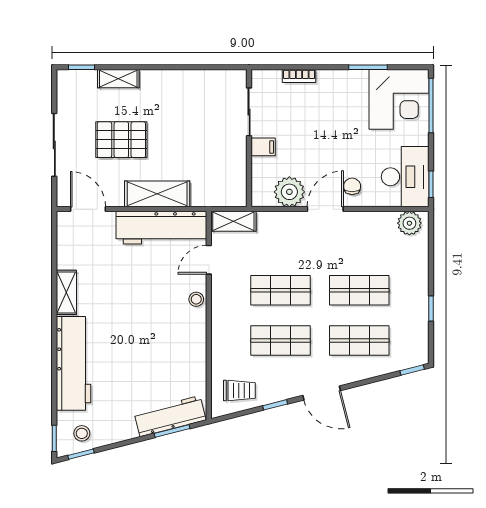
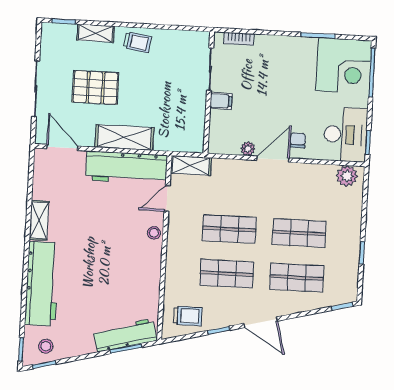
bookcase: (299, 76) -> (239, 39), moved
trolley: (166, 86) -> (137, 42), added
plant: (289, 192) -> (248, 149), width x0.53, depth x0.53

